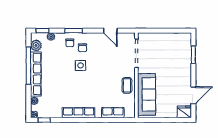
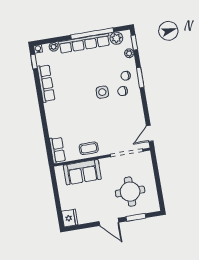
door: (110, 31) -> (150, 133), moved
round table: (170, 56) -> (130, 192), added
sofa: (147, 94) -> (82, 172), width x0.73
door: (193, 95) -> (109, 222), moved
row of seats: (79, 113) -> (46, 83), moved
row of seats: (113, 113) -> (57, 150), moved

